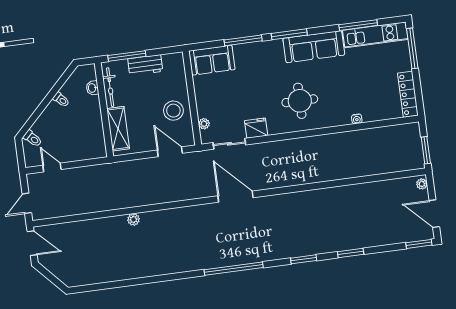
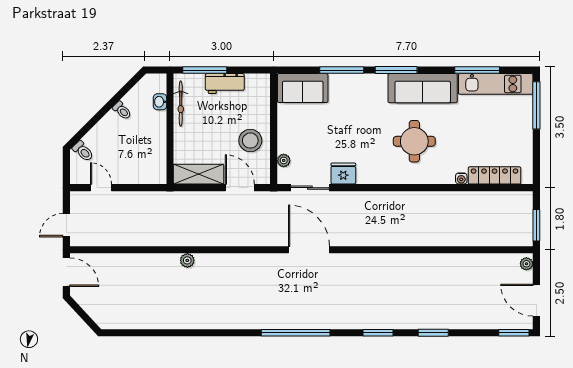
locker: (408, 94) -> (495, 175), moved, turned 90
round table: (300, 101) -> (414, 141), moved
shelving: (118, 129) -> (199, 174), moved, turned 90

